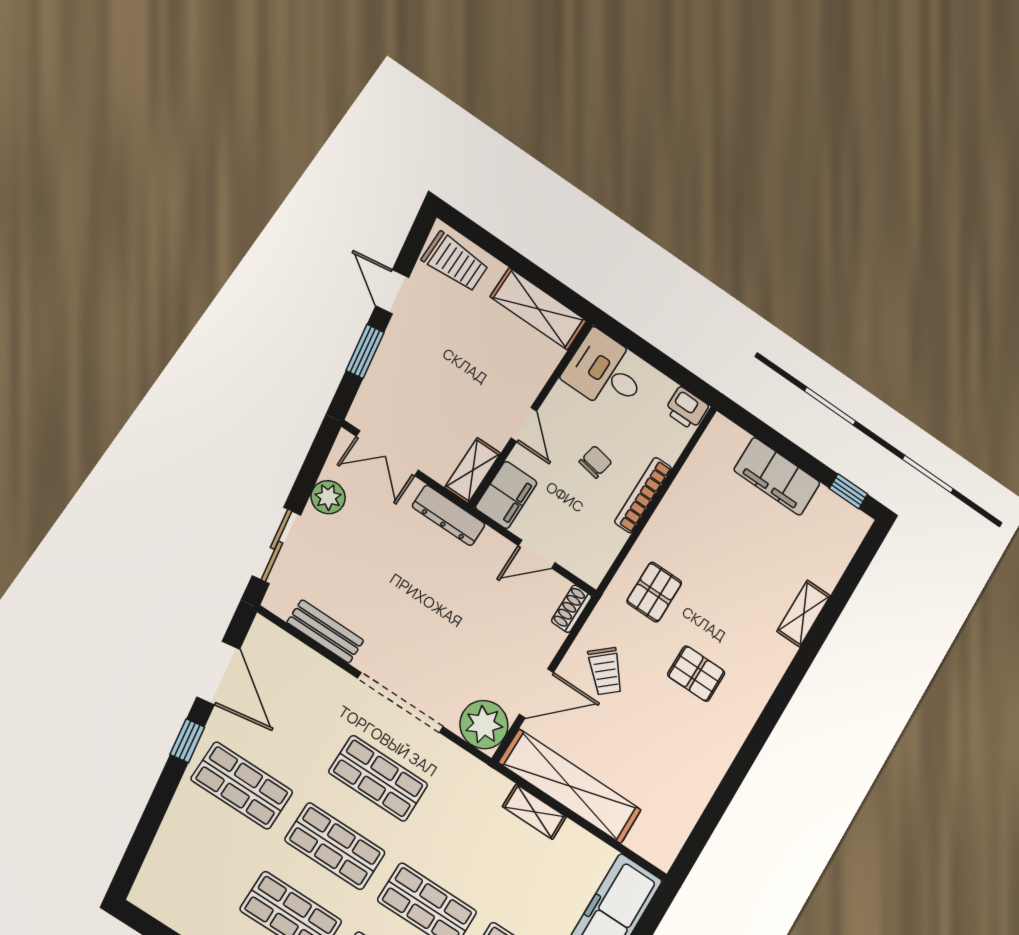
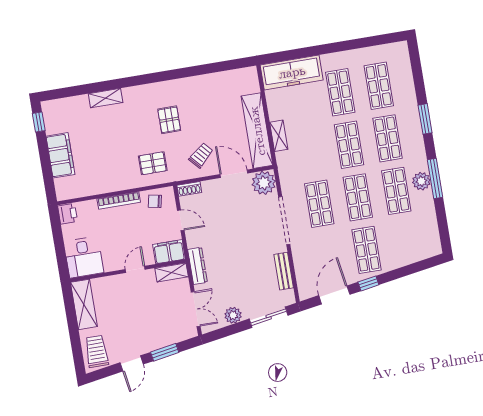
chair: (595, 462) -> (155, 201), moved

